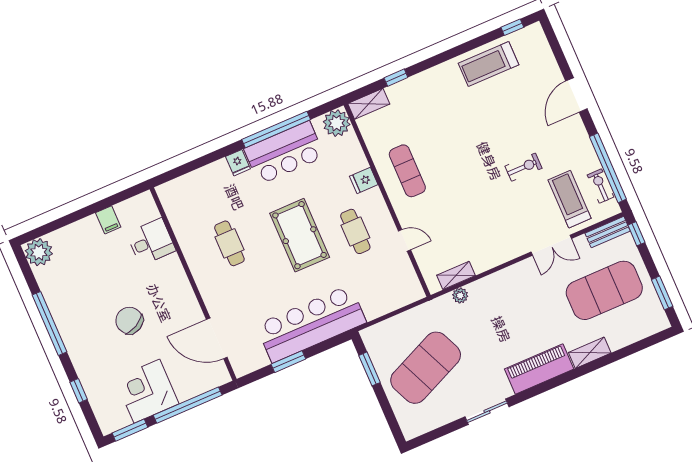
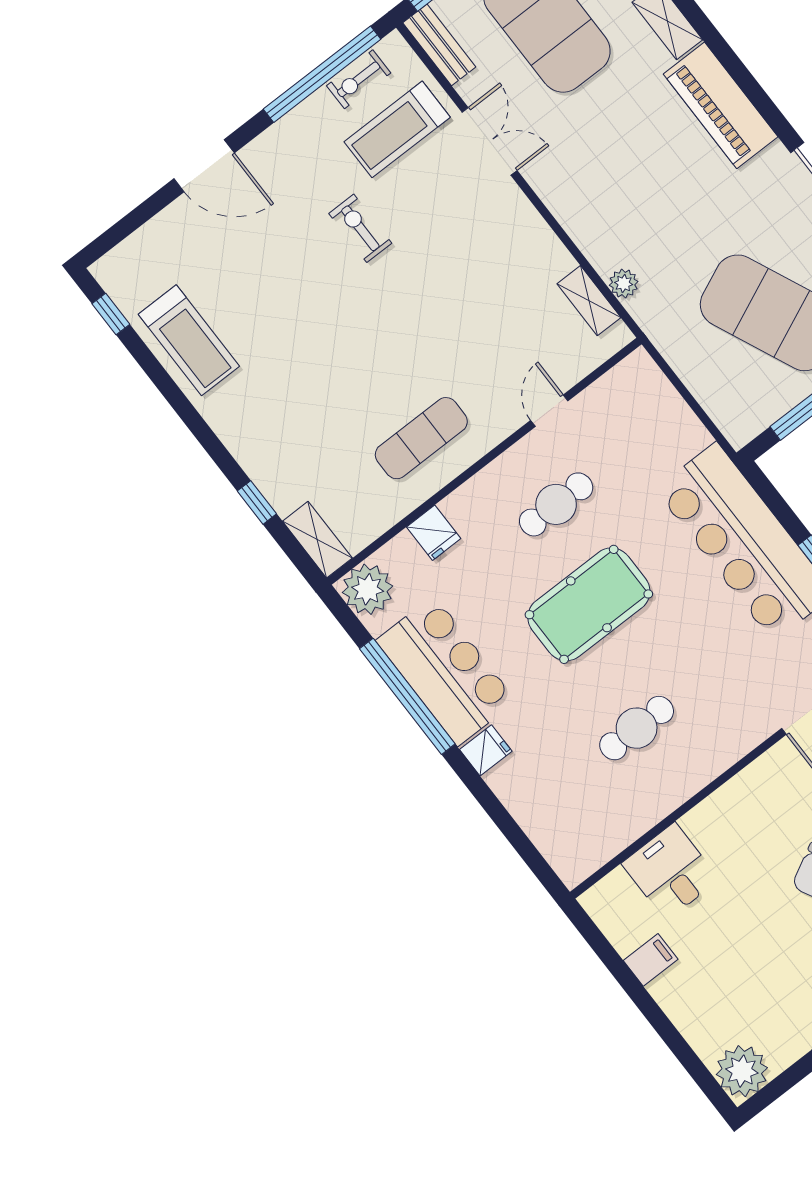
fridge: (364, 180) -> (434, 533), moved

